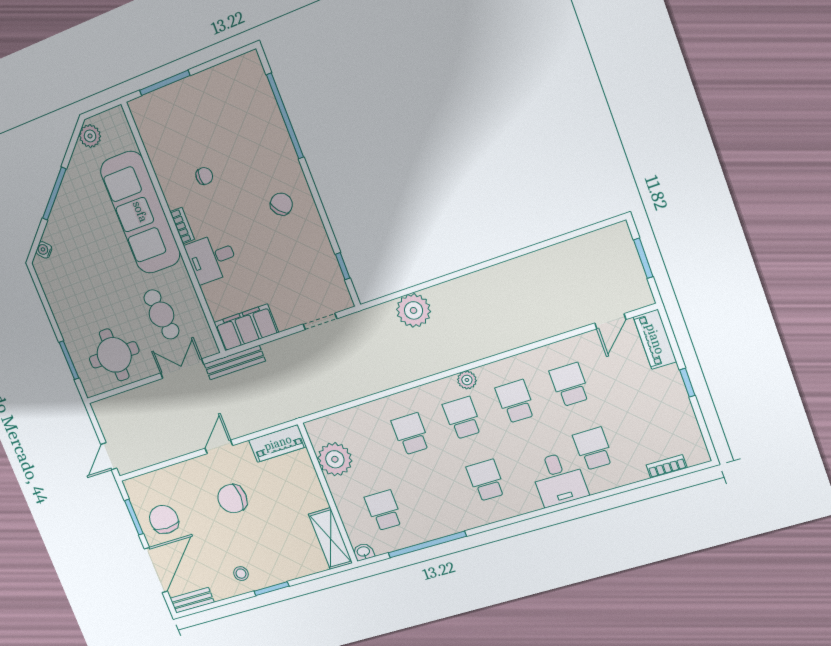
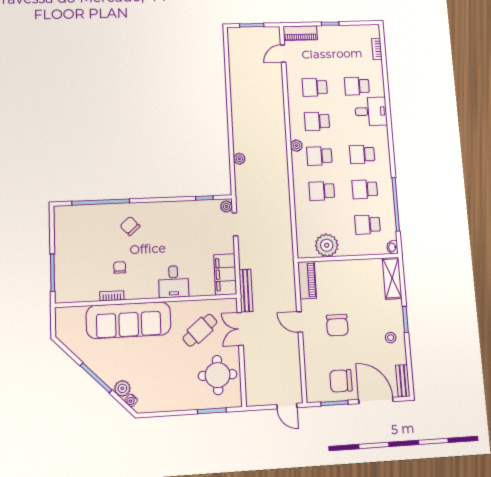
plant: (90, 136) -> (122, 388), moved
chair: (281, 204) -> (130, 226), moved
bookcase: (182, 226) -> (112, 296), moved
plant: (341, 302) -> (226, 206), added
plant: (414, 310) -> (239, 159), width x0.53, depth x0.53
cafe table: (161, 314) -> (200, 330), turned -32
door: (610, 321) -> (283, 54), swing flipped
school desk: (434, 495) -> (365, 189), added
shelving: (330, 539) -> (392, 278), moved, turned 90

